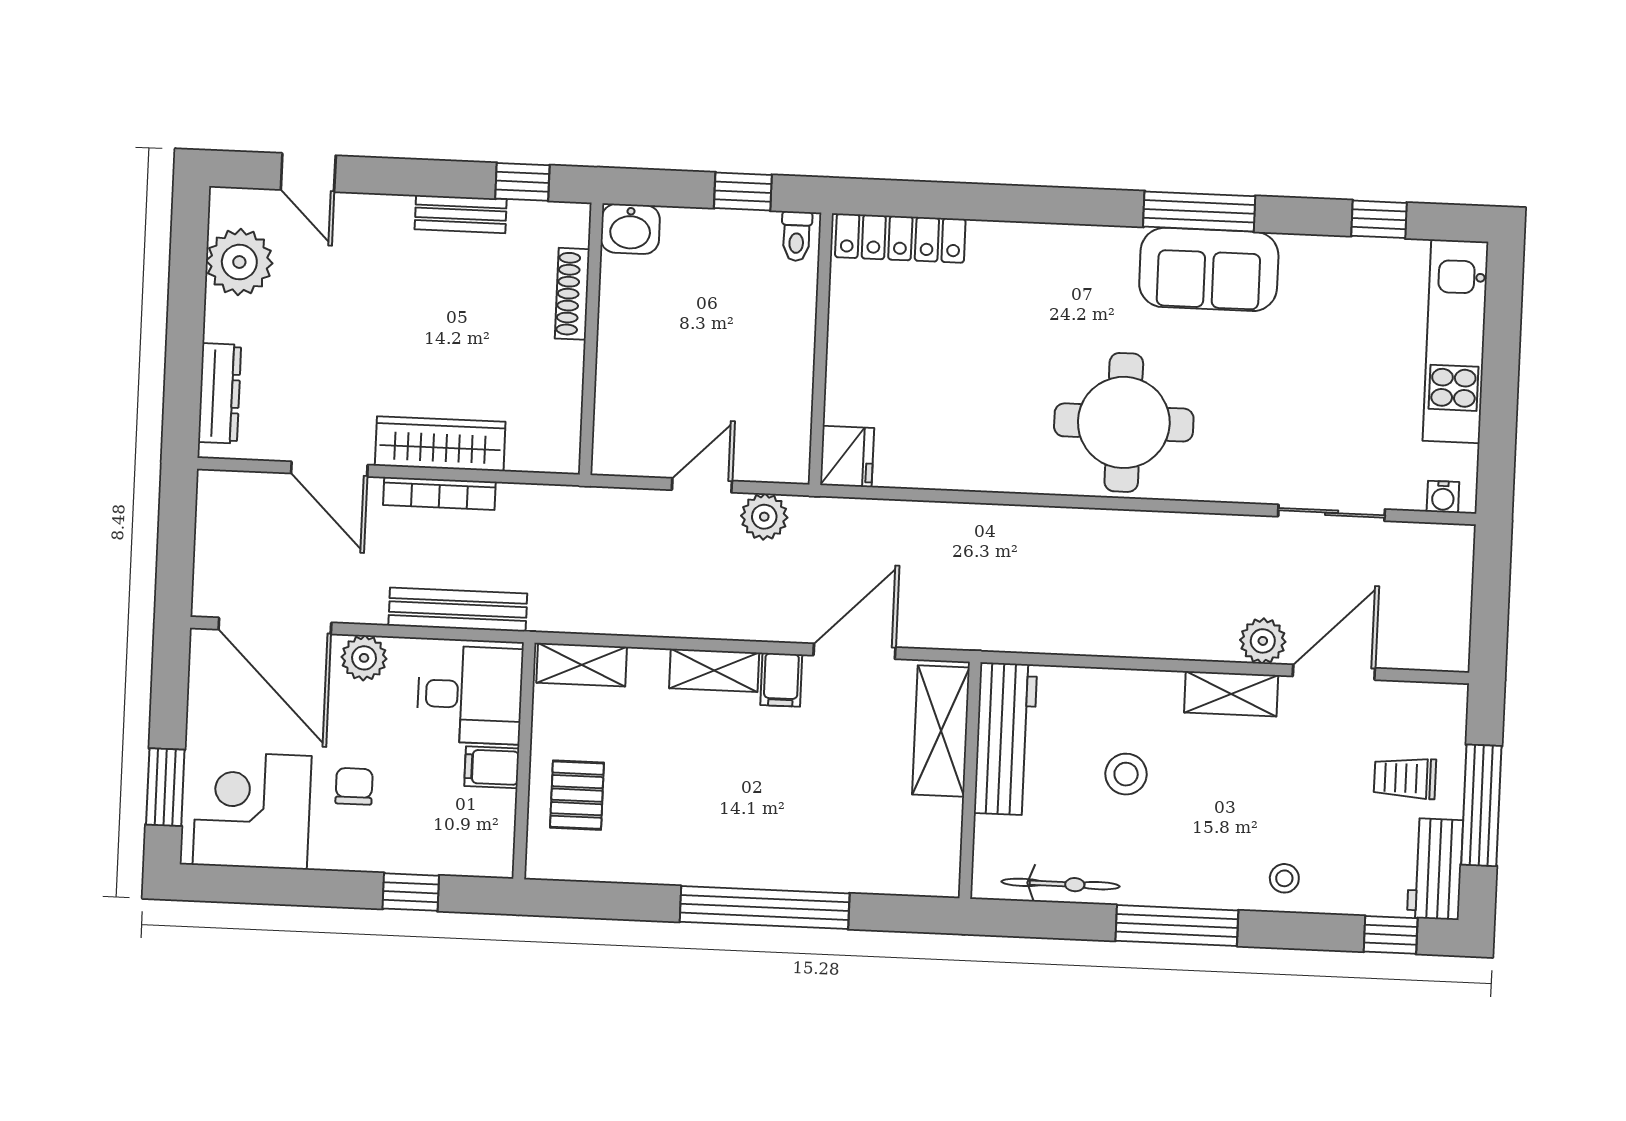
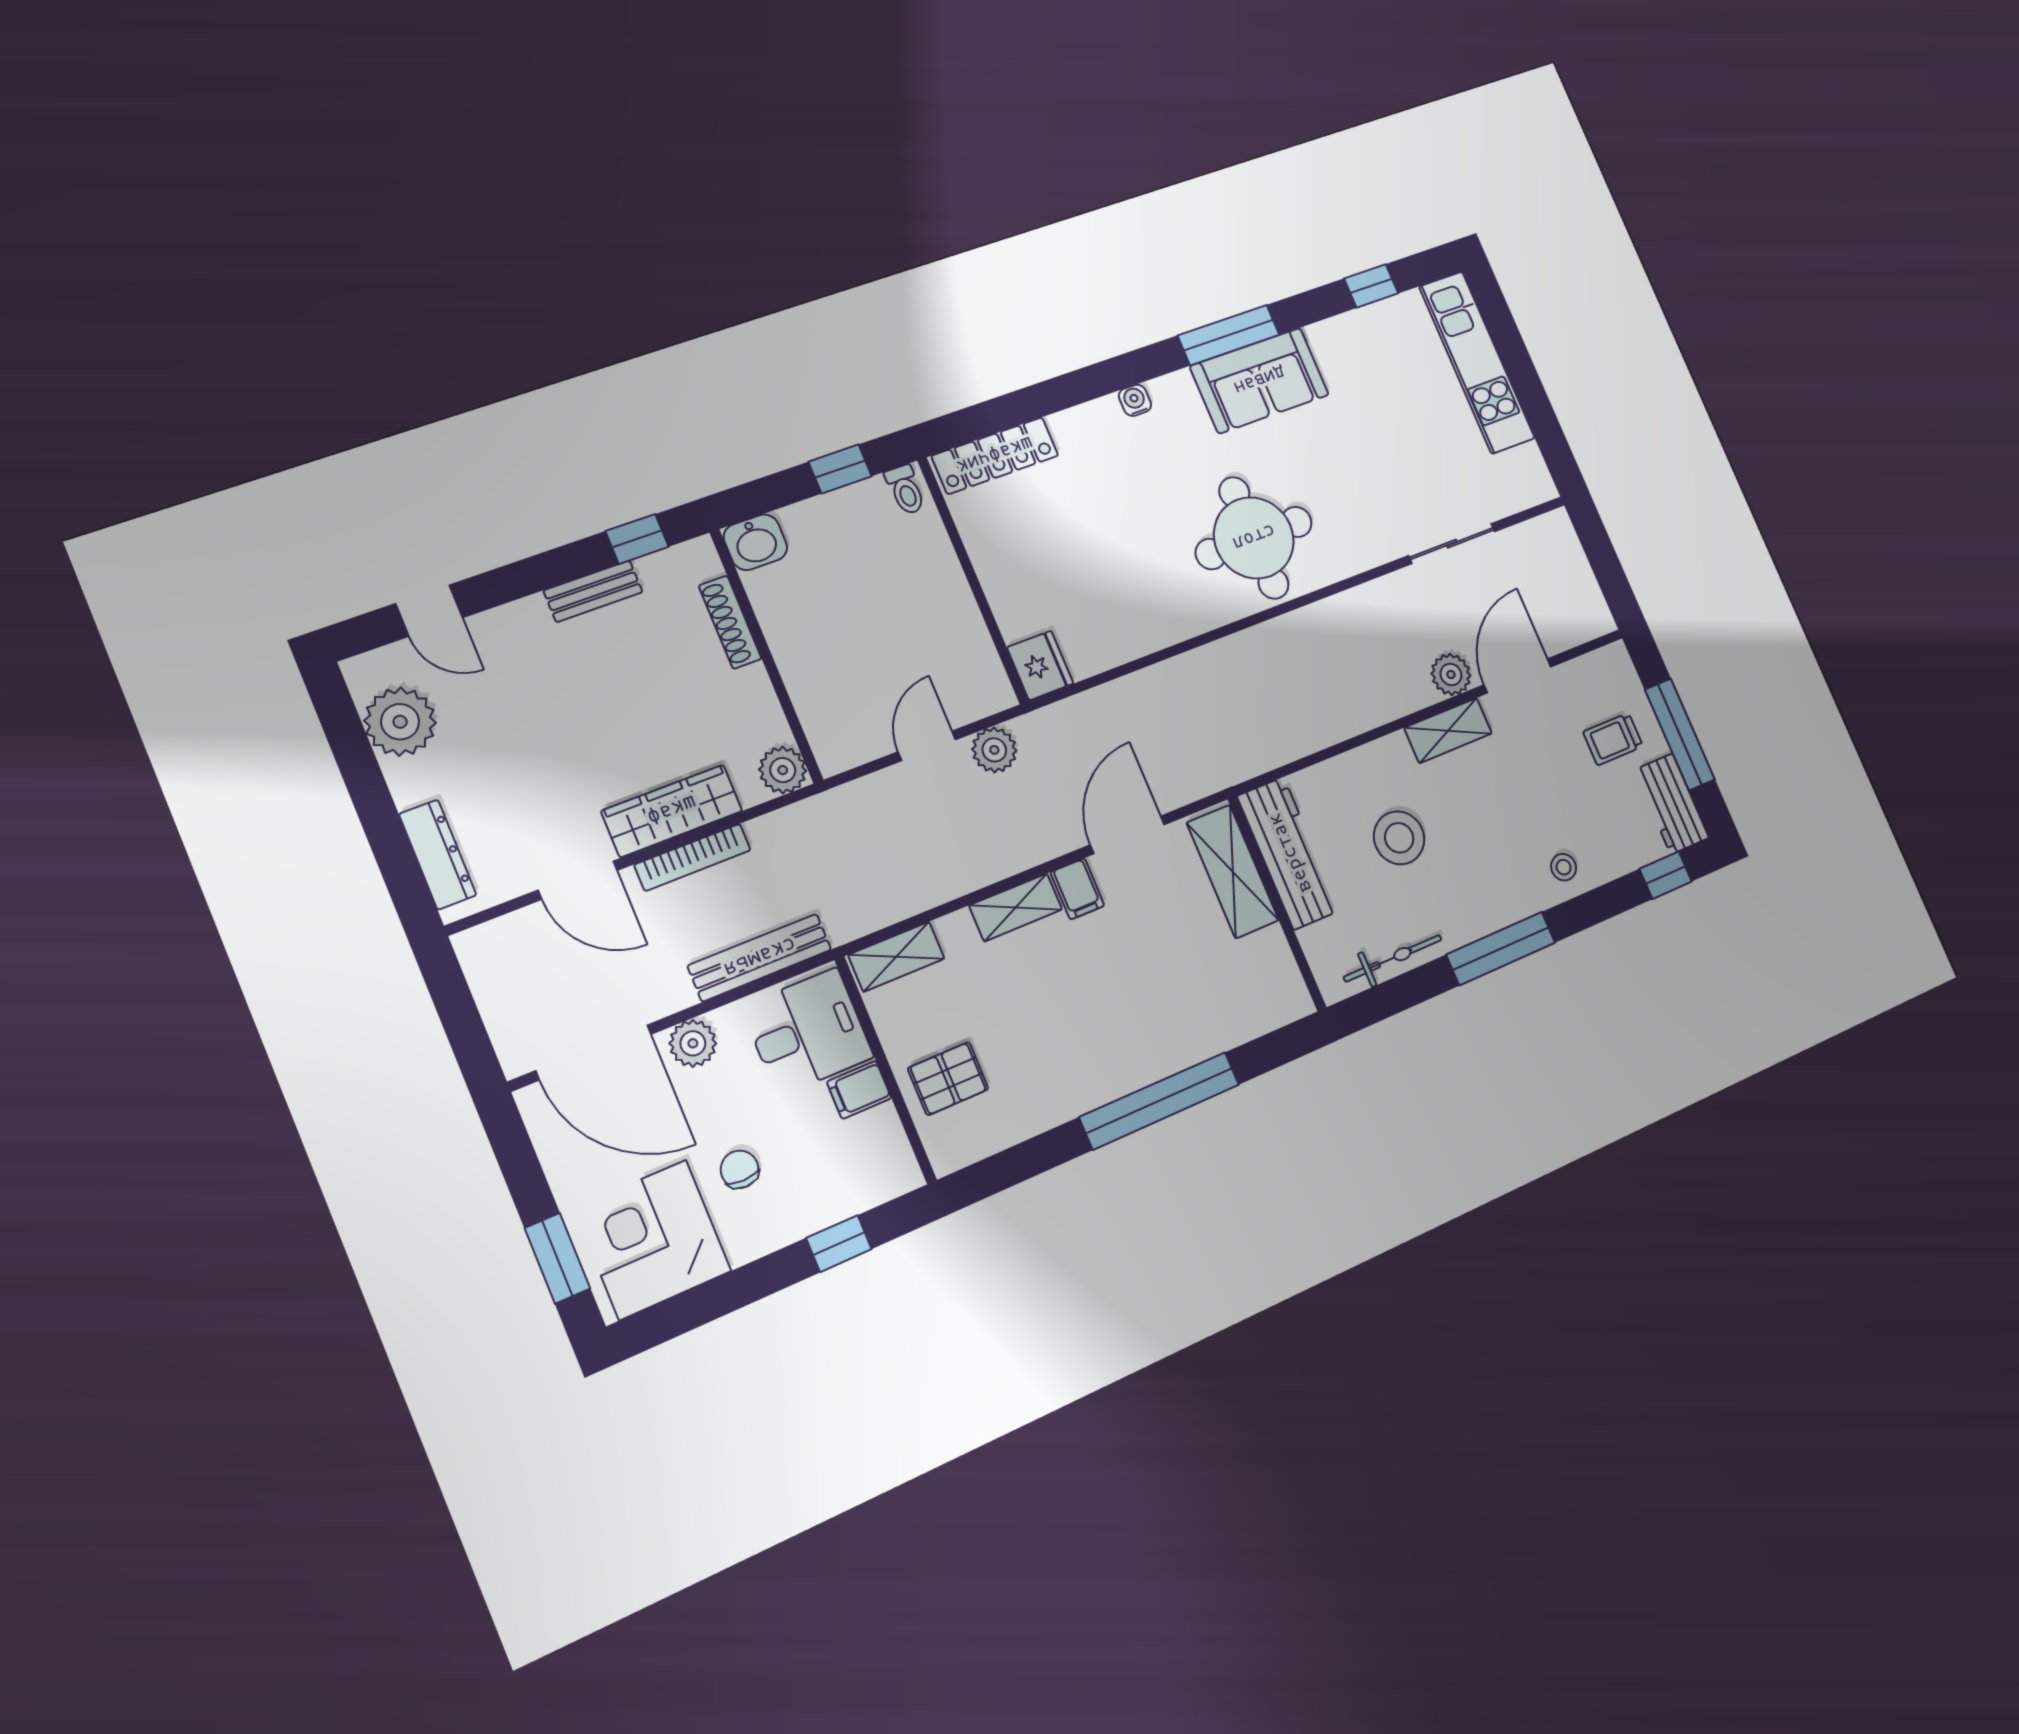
plant: (557, 450) -> (783, 770), added
water cooler: (1443, 497) -> (1135, 400), moved, turned 180
stool: (1126, 774) -> (1399, 838), width x1.38, depth x1.38
pallet: (577, 795) -> (948, 1079), turned 90

